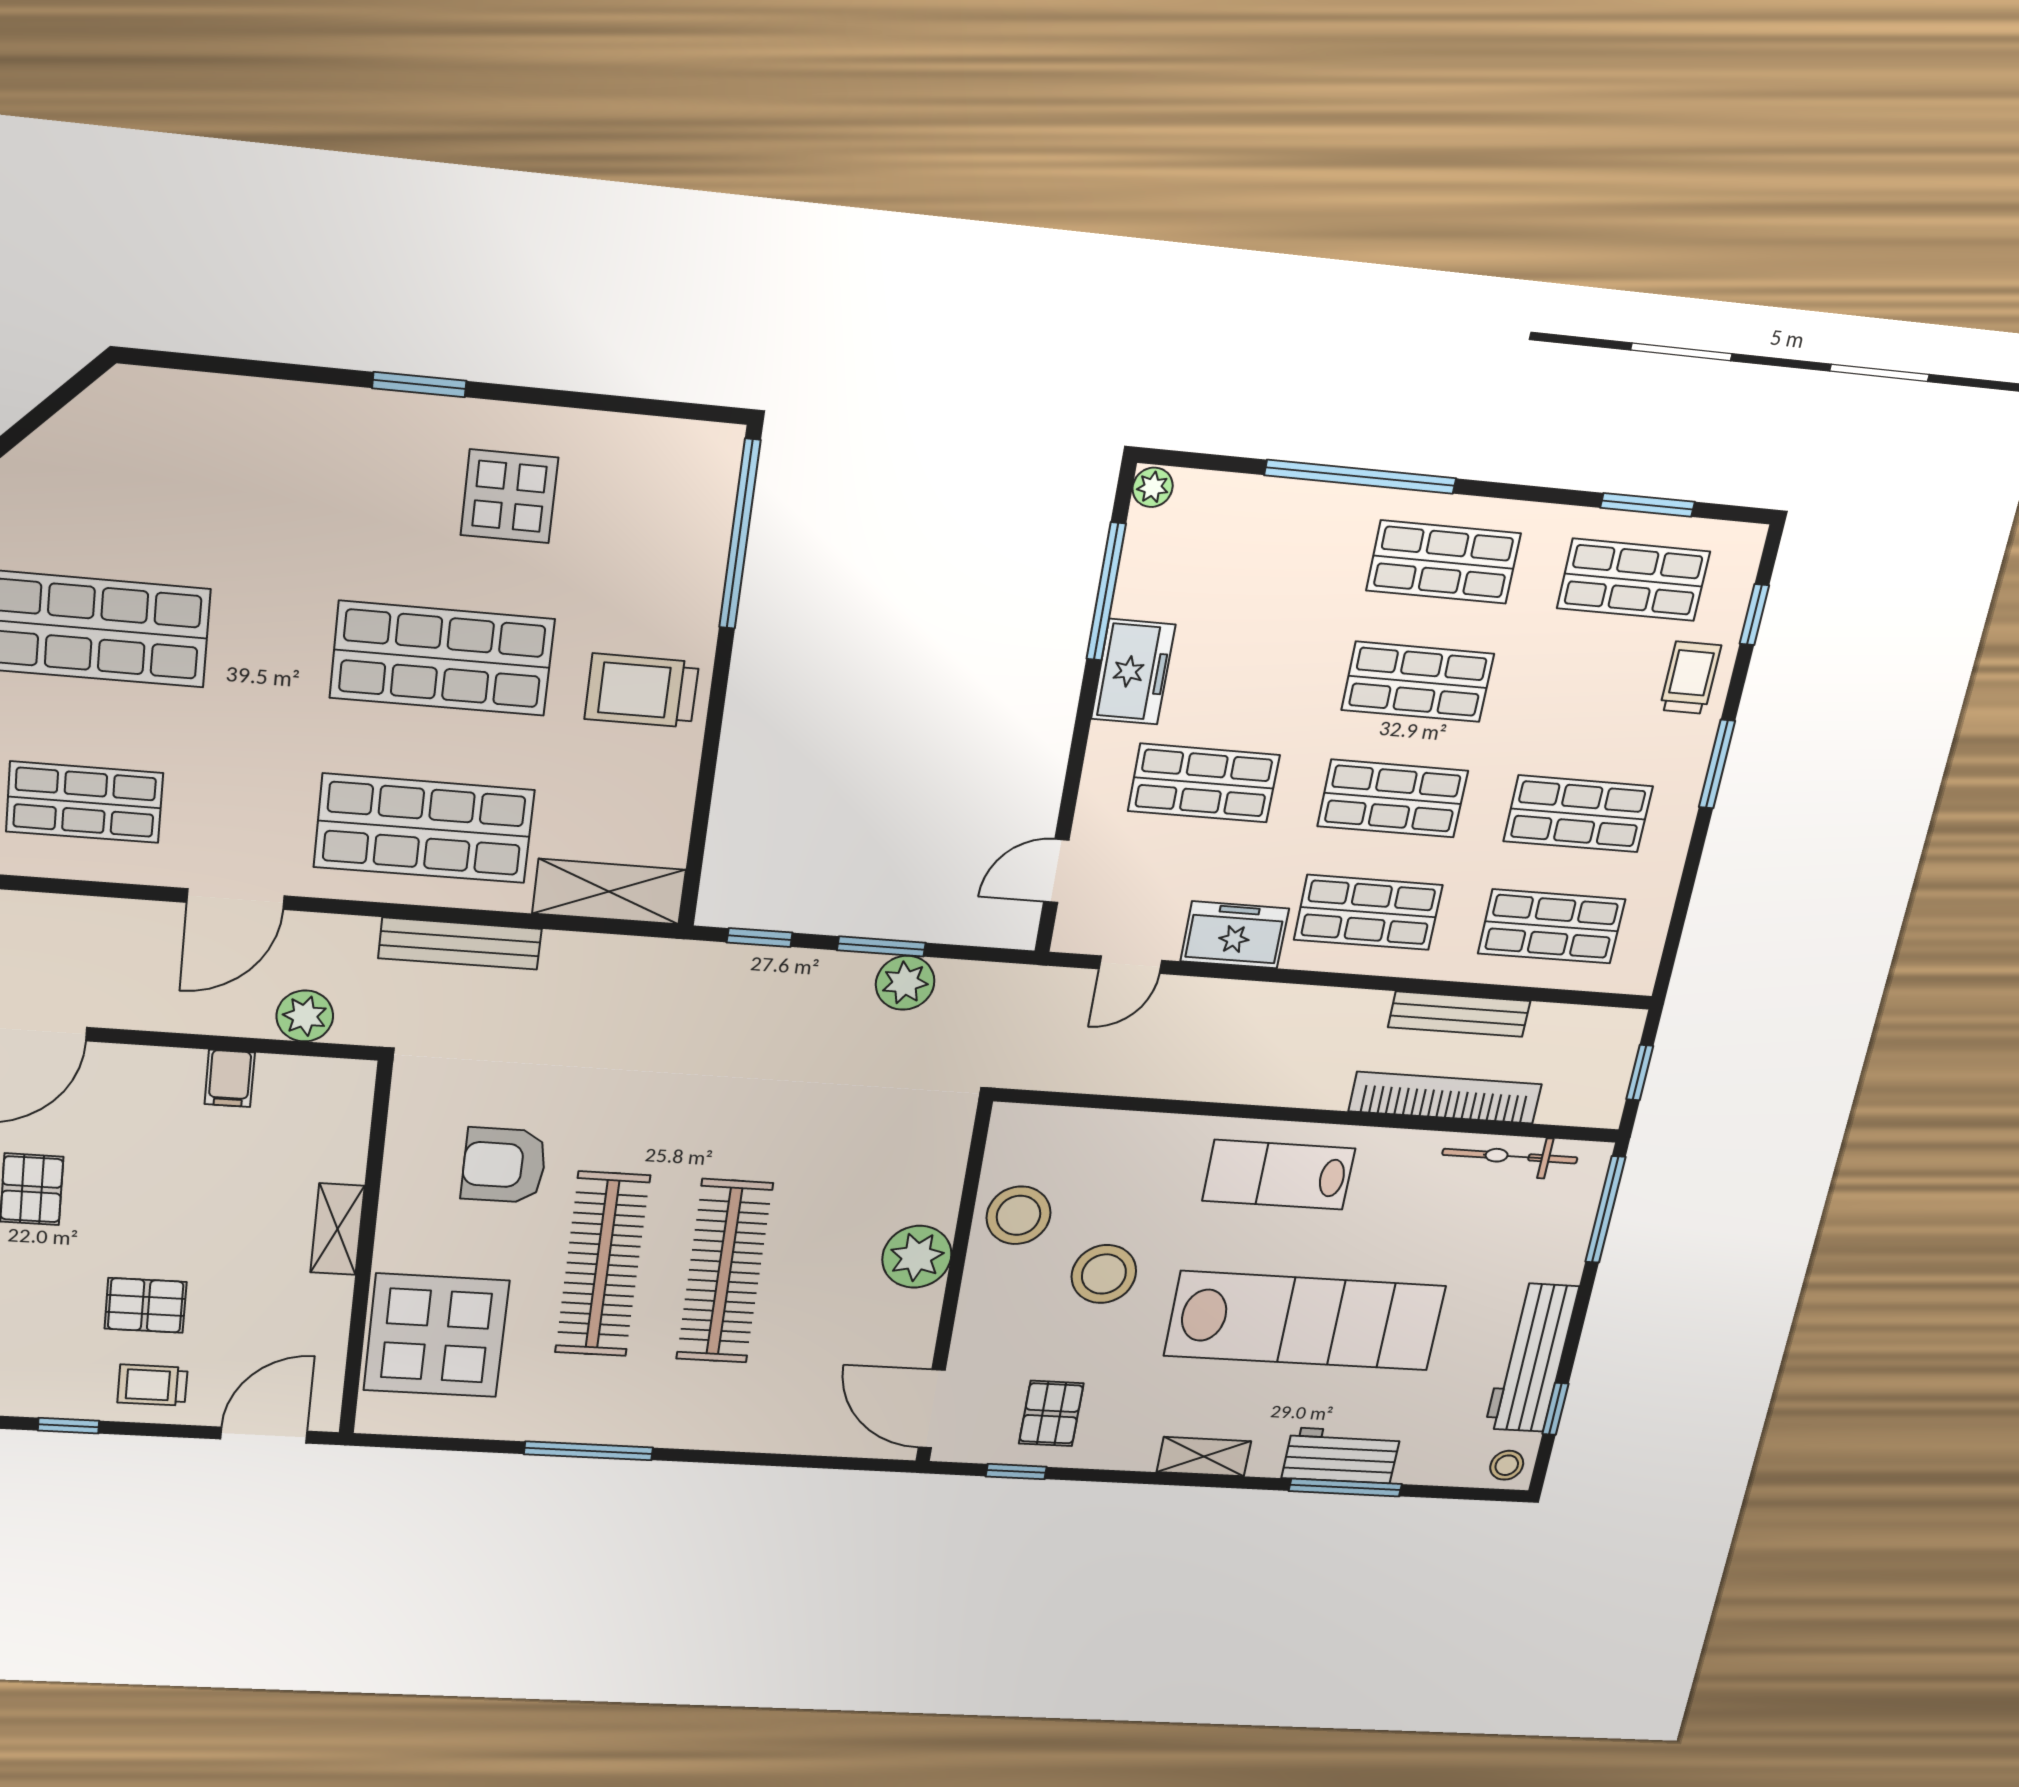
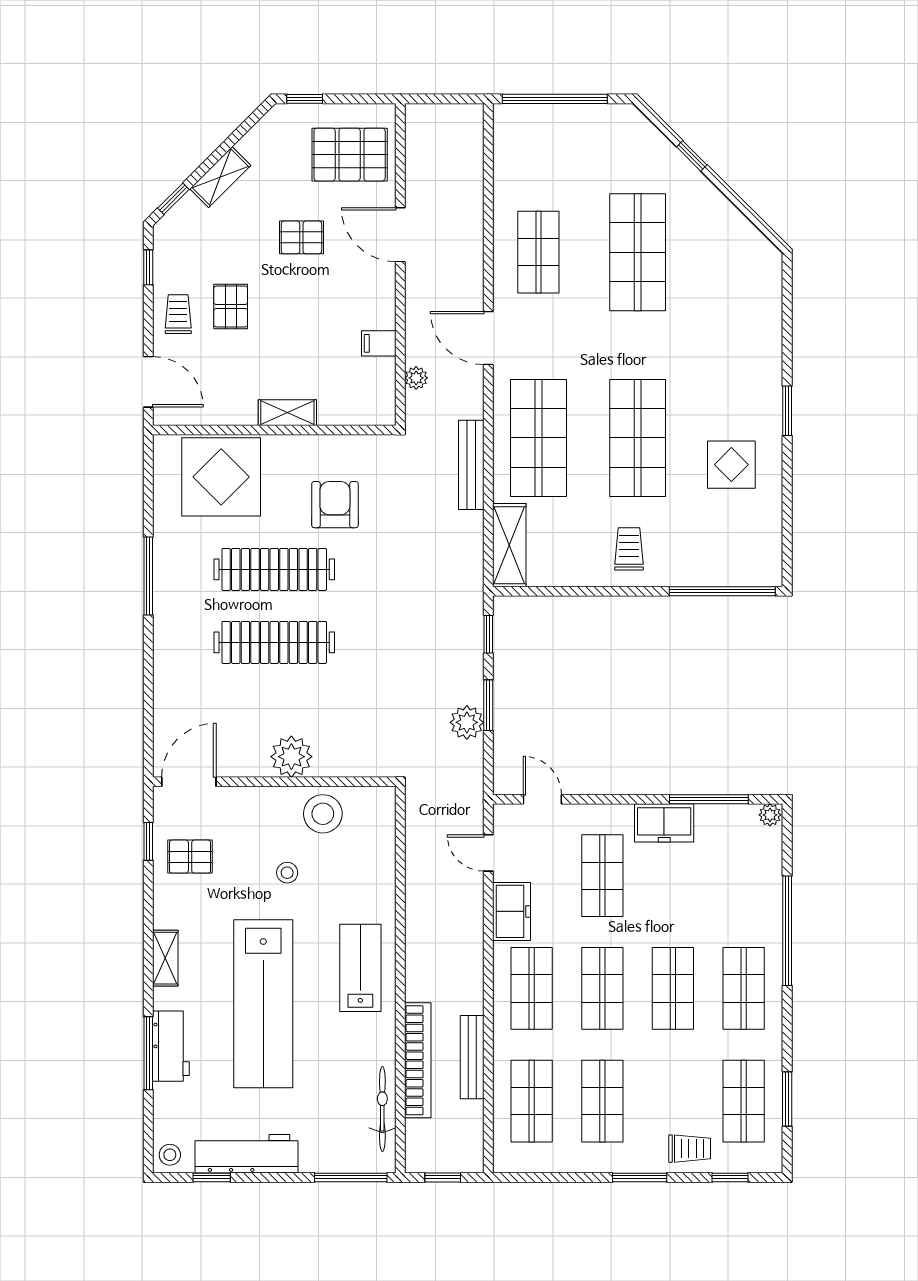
trolley: (642, 691) -> (629, 549), width x0.73, depth x0.72
plant: (305, 1016) -> (416, 378), width x0.73, depth x0.73
stool: (1104, 1274) -> (287, 873), width x0.53, depth x0.53

